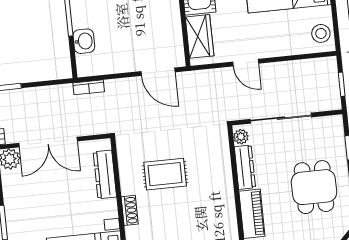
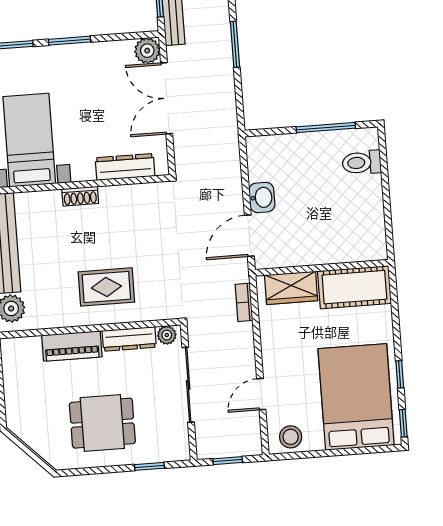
washbasin: (84, 41) -> (262, 197), moved, turned -90
door: (246, 63) -> (261, 394), moved
bookcase: (89, 87) -> (244, 302), moved
rug: (165, 174) -> (106, 287), moved, turned 90

